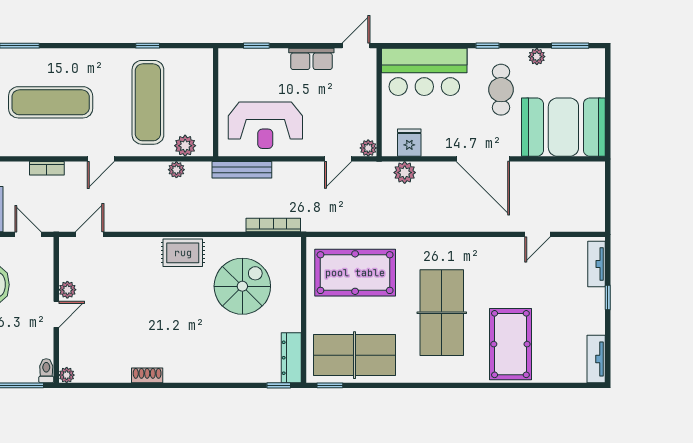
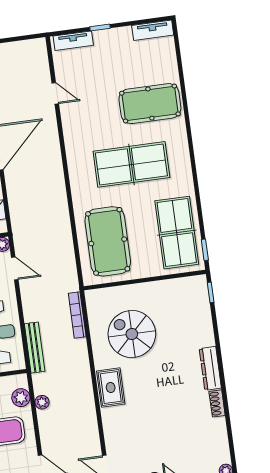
plant: (405, 173) -> (19, 211), removed
dresser: (291, 358) -> (210, 368), moved, turned 90

